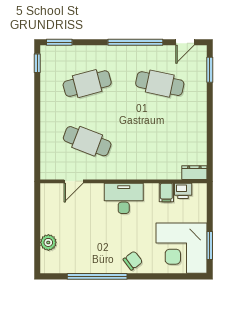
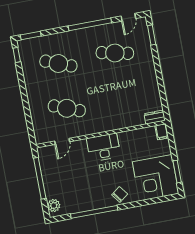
cafe table: (87, 84) -> (58, 64), turned 36
printer: (183, 191) -> (149, 133), removed
filing cabinet: (166, 192) -> (162, 132), moved
window: (37, 222) -> (40, 178), added
plant: (48, 242) -> (54, 205), moved

